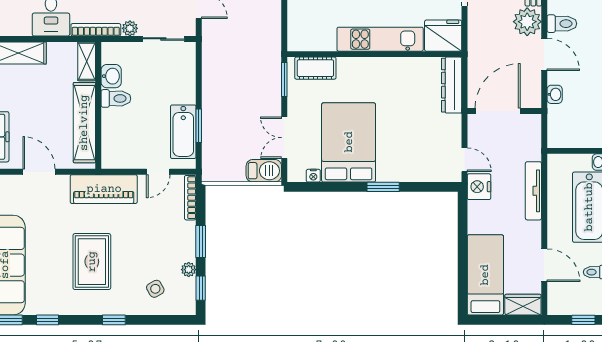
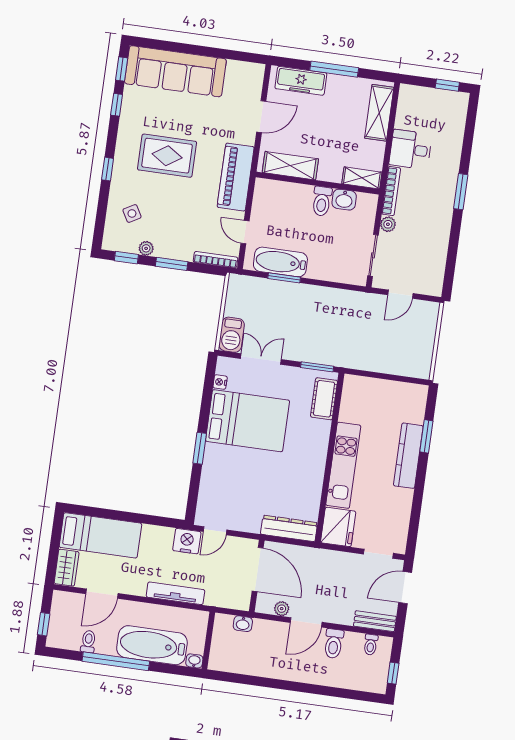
plant: (527, 22) -> (282, 609), moved, width x0.53, depth x0.53
washbasin: (555, 94) -> (243, 624), moved
shelving: (84, 123) -> (290, 166), width x0.68

